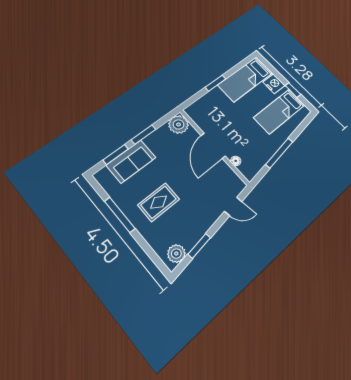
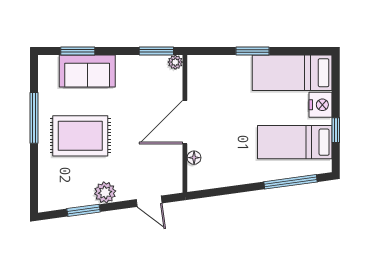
plant: (179, 124) -> (175, 62), width x0.53, depth x0.53
window: (143, 135) -> (156, 51), moved
window: (279, 153) -> (290, 182), moved
rug: (159, 202) -> (80, 136), width x1.36, depth x1.43
plant: (176, 254) -> (105, 192), moved

